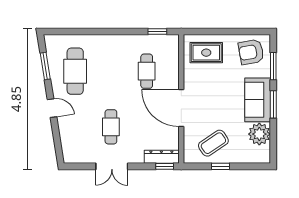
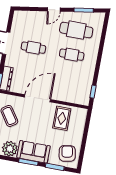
rug: (206, 53) -> (62, 118), moved
cafe table: (147, 71) -> (72, 55), moved

